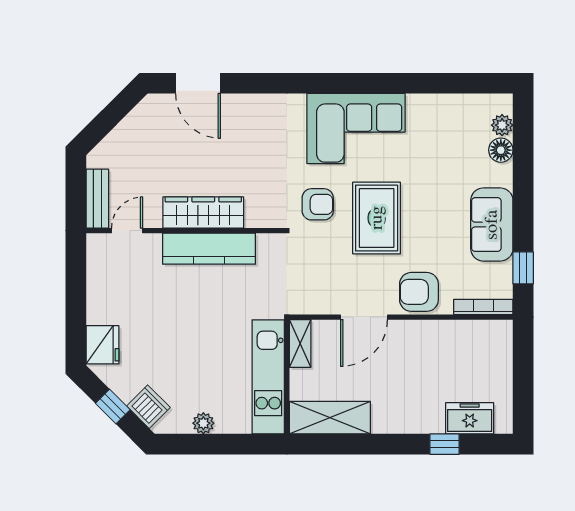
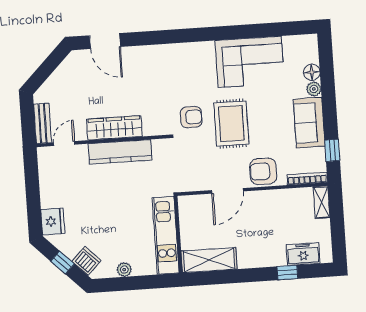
plant: (502, 125) -> (314, 89), moved
corner sofa: (356, 129) -> (250, 62), moved
shelving: (300, 343) -> (322, 202), moved

